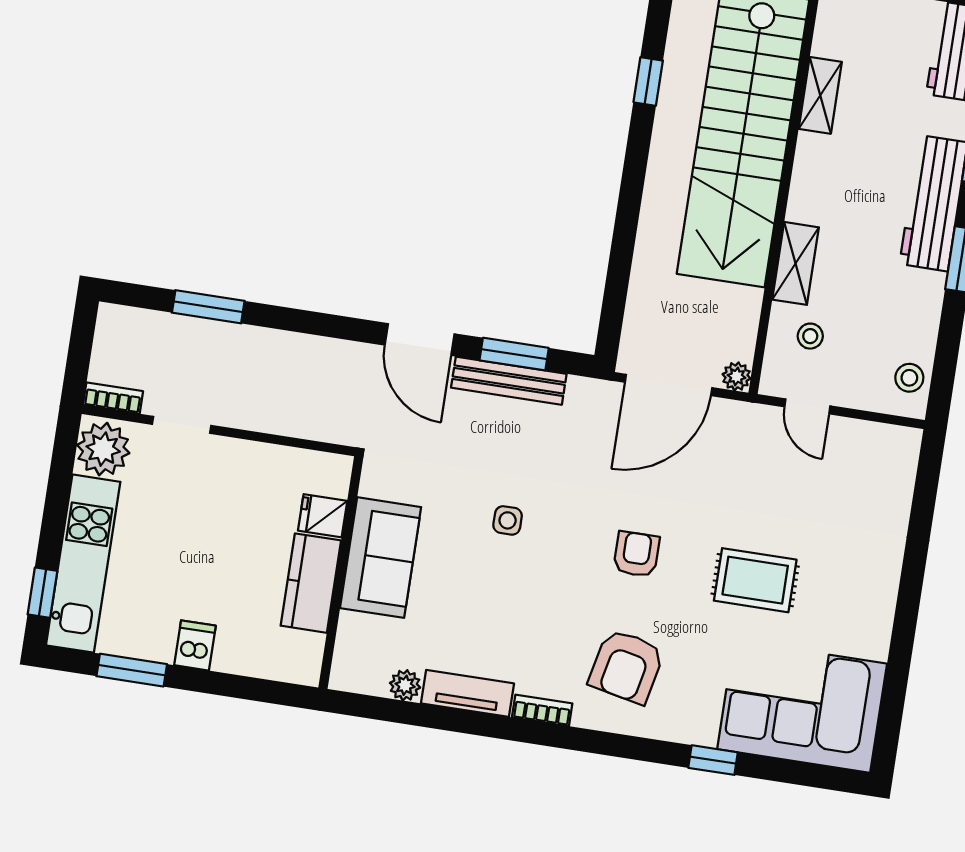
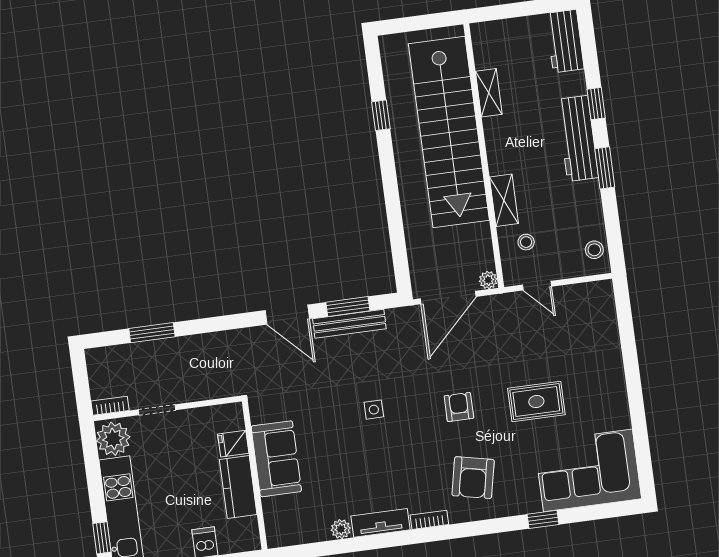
fridge: (323, 516) -> (233, 444), moved
sofa: (381, 558) -> (276, 459), moved
wall: (341, 573) -> (255, 475), moved
kitchen counter: (311, 583) -> (238, 487), moved

